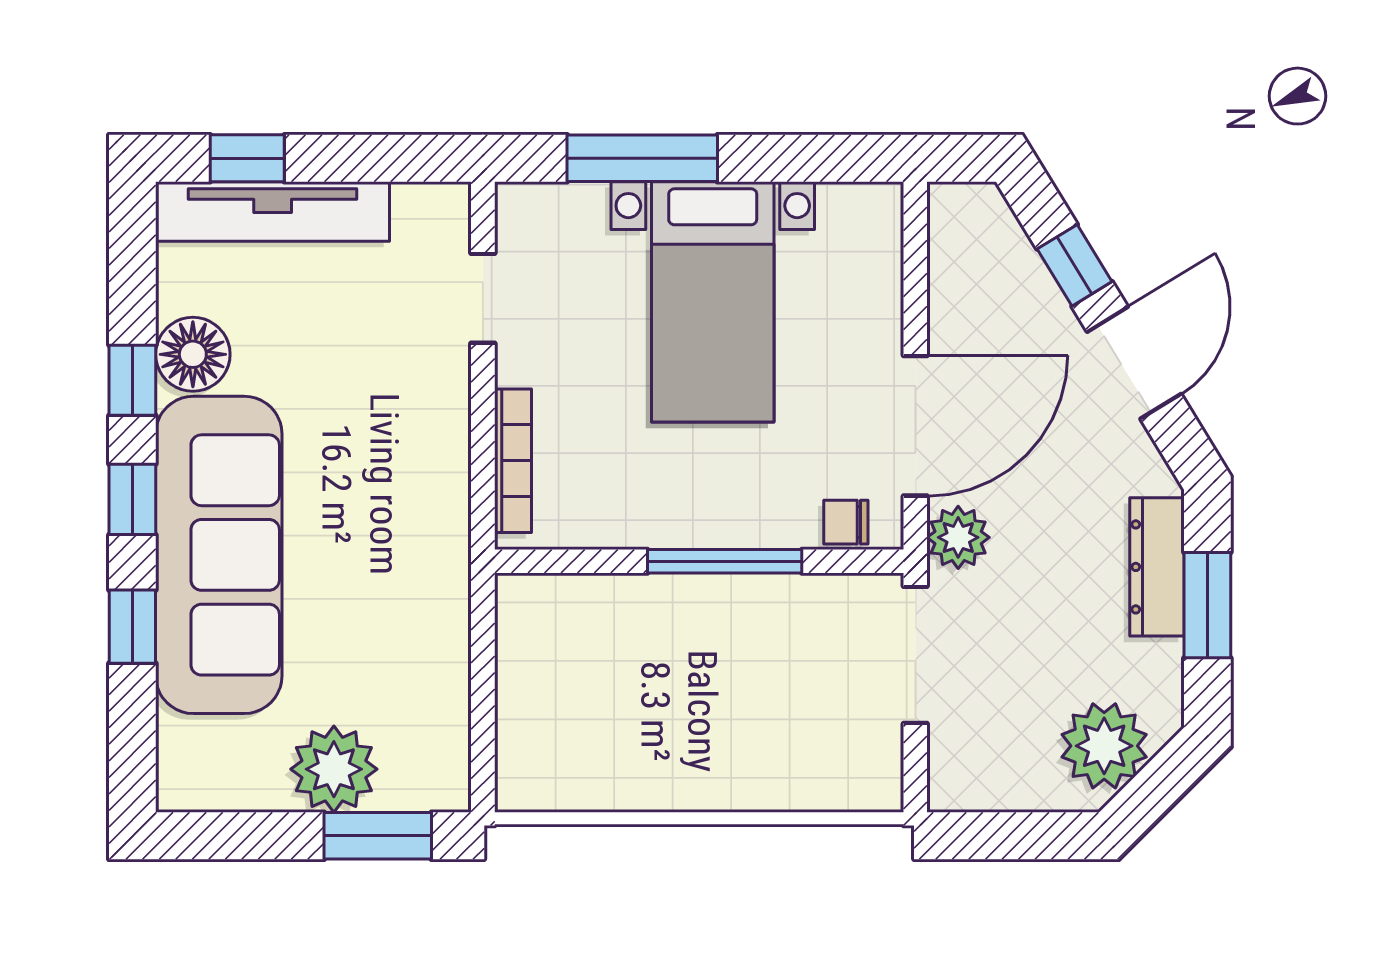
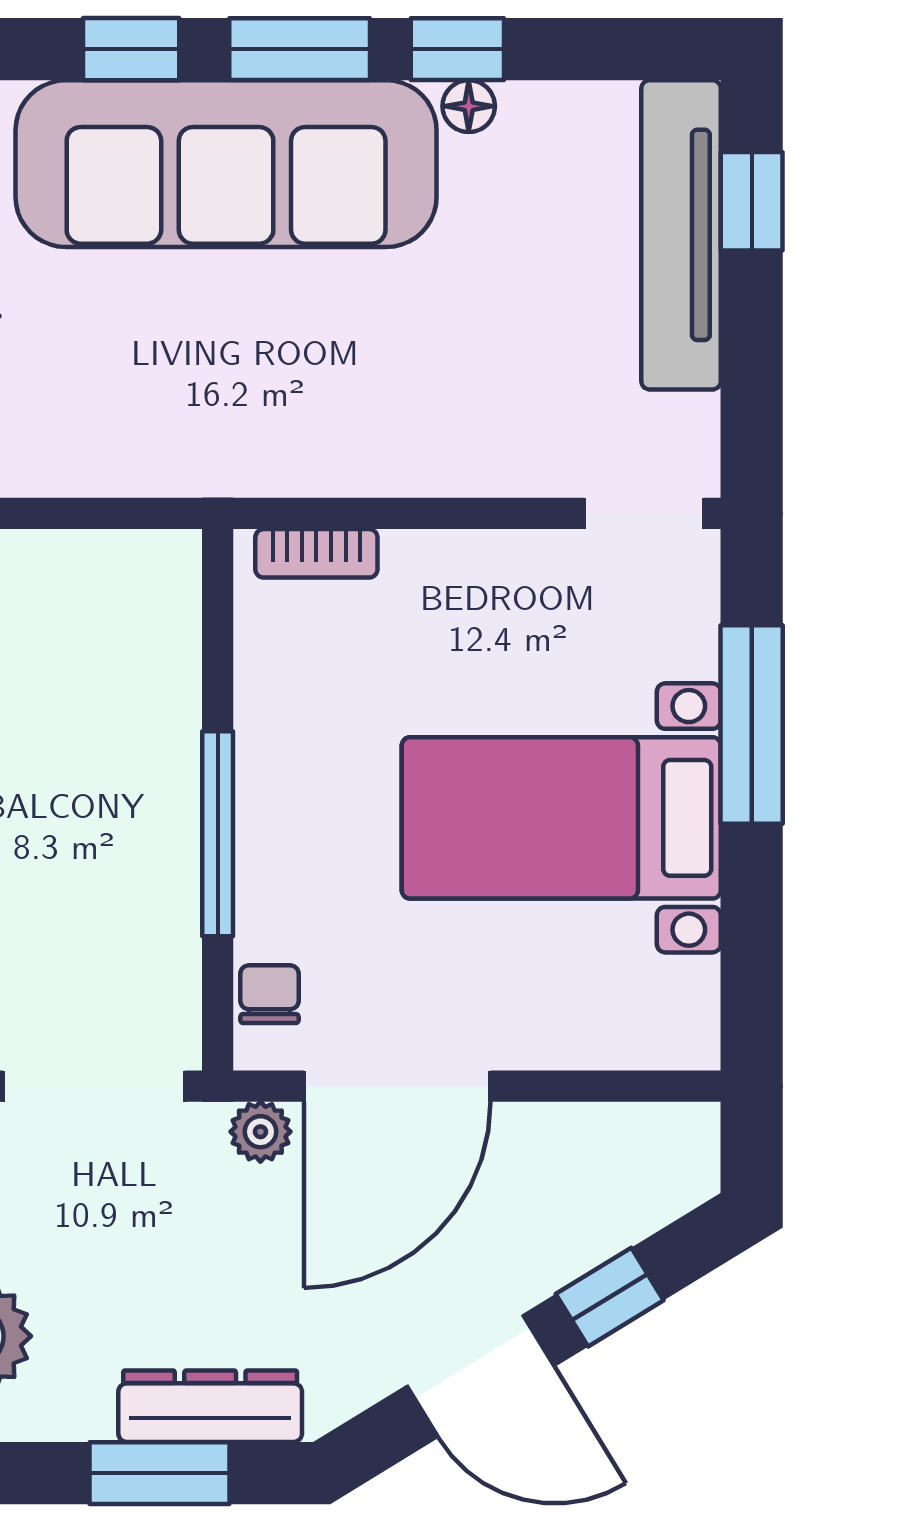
doorway: (483, 298) -> (644, 513), moved
floor lamp: (193, 354) -> (469, 106), width x0.53, depth x0.53
door: (915, 426) -> (397, 1086), hinge flipped
bookcase: (513, 461) -> (316, 553), width x0.64
window: (132, 499) -> (300, 49), width x1.50
plant: (958, 537) -> (260, 1132), width x0.73, depth x0.73

